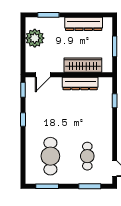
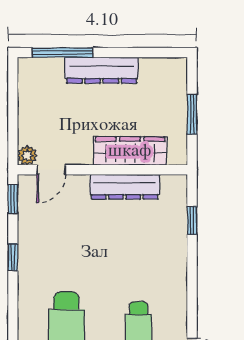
window: (48, 15) -> (62, 53), width x1.44
dresser: (84, 24) -> (102, 70), moved
plant: (35, 38) -> (27, 155), moved, width x0.53, depth x0.53

